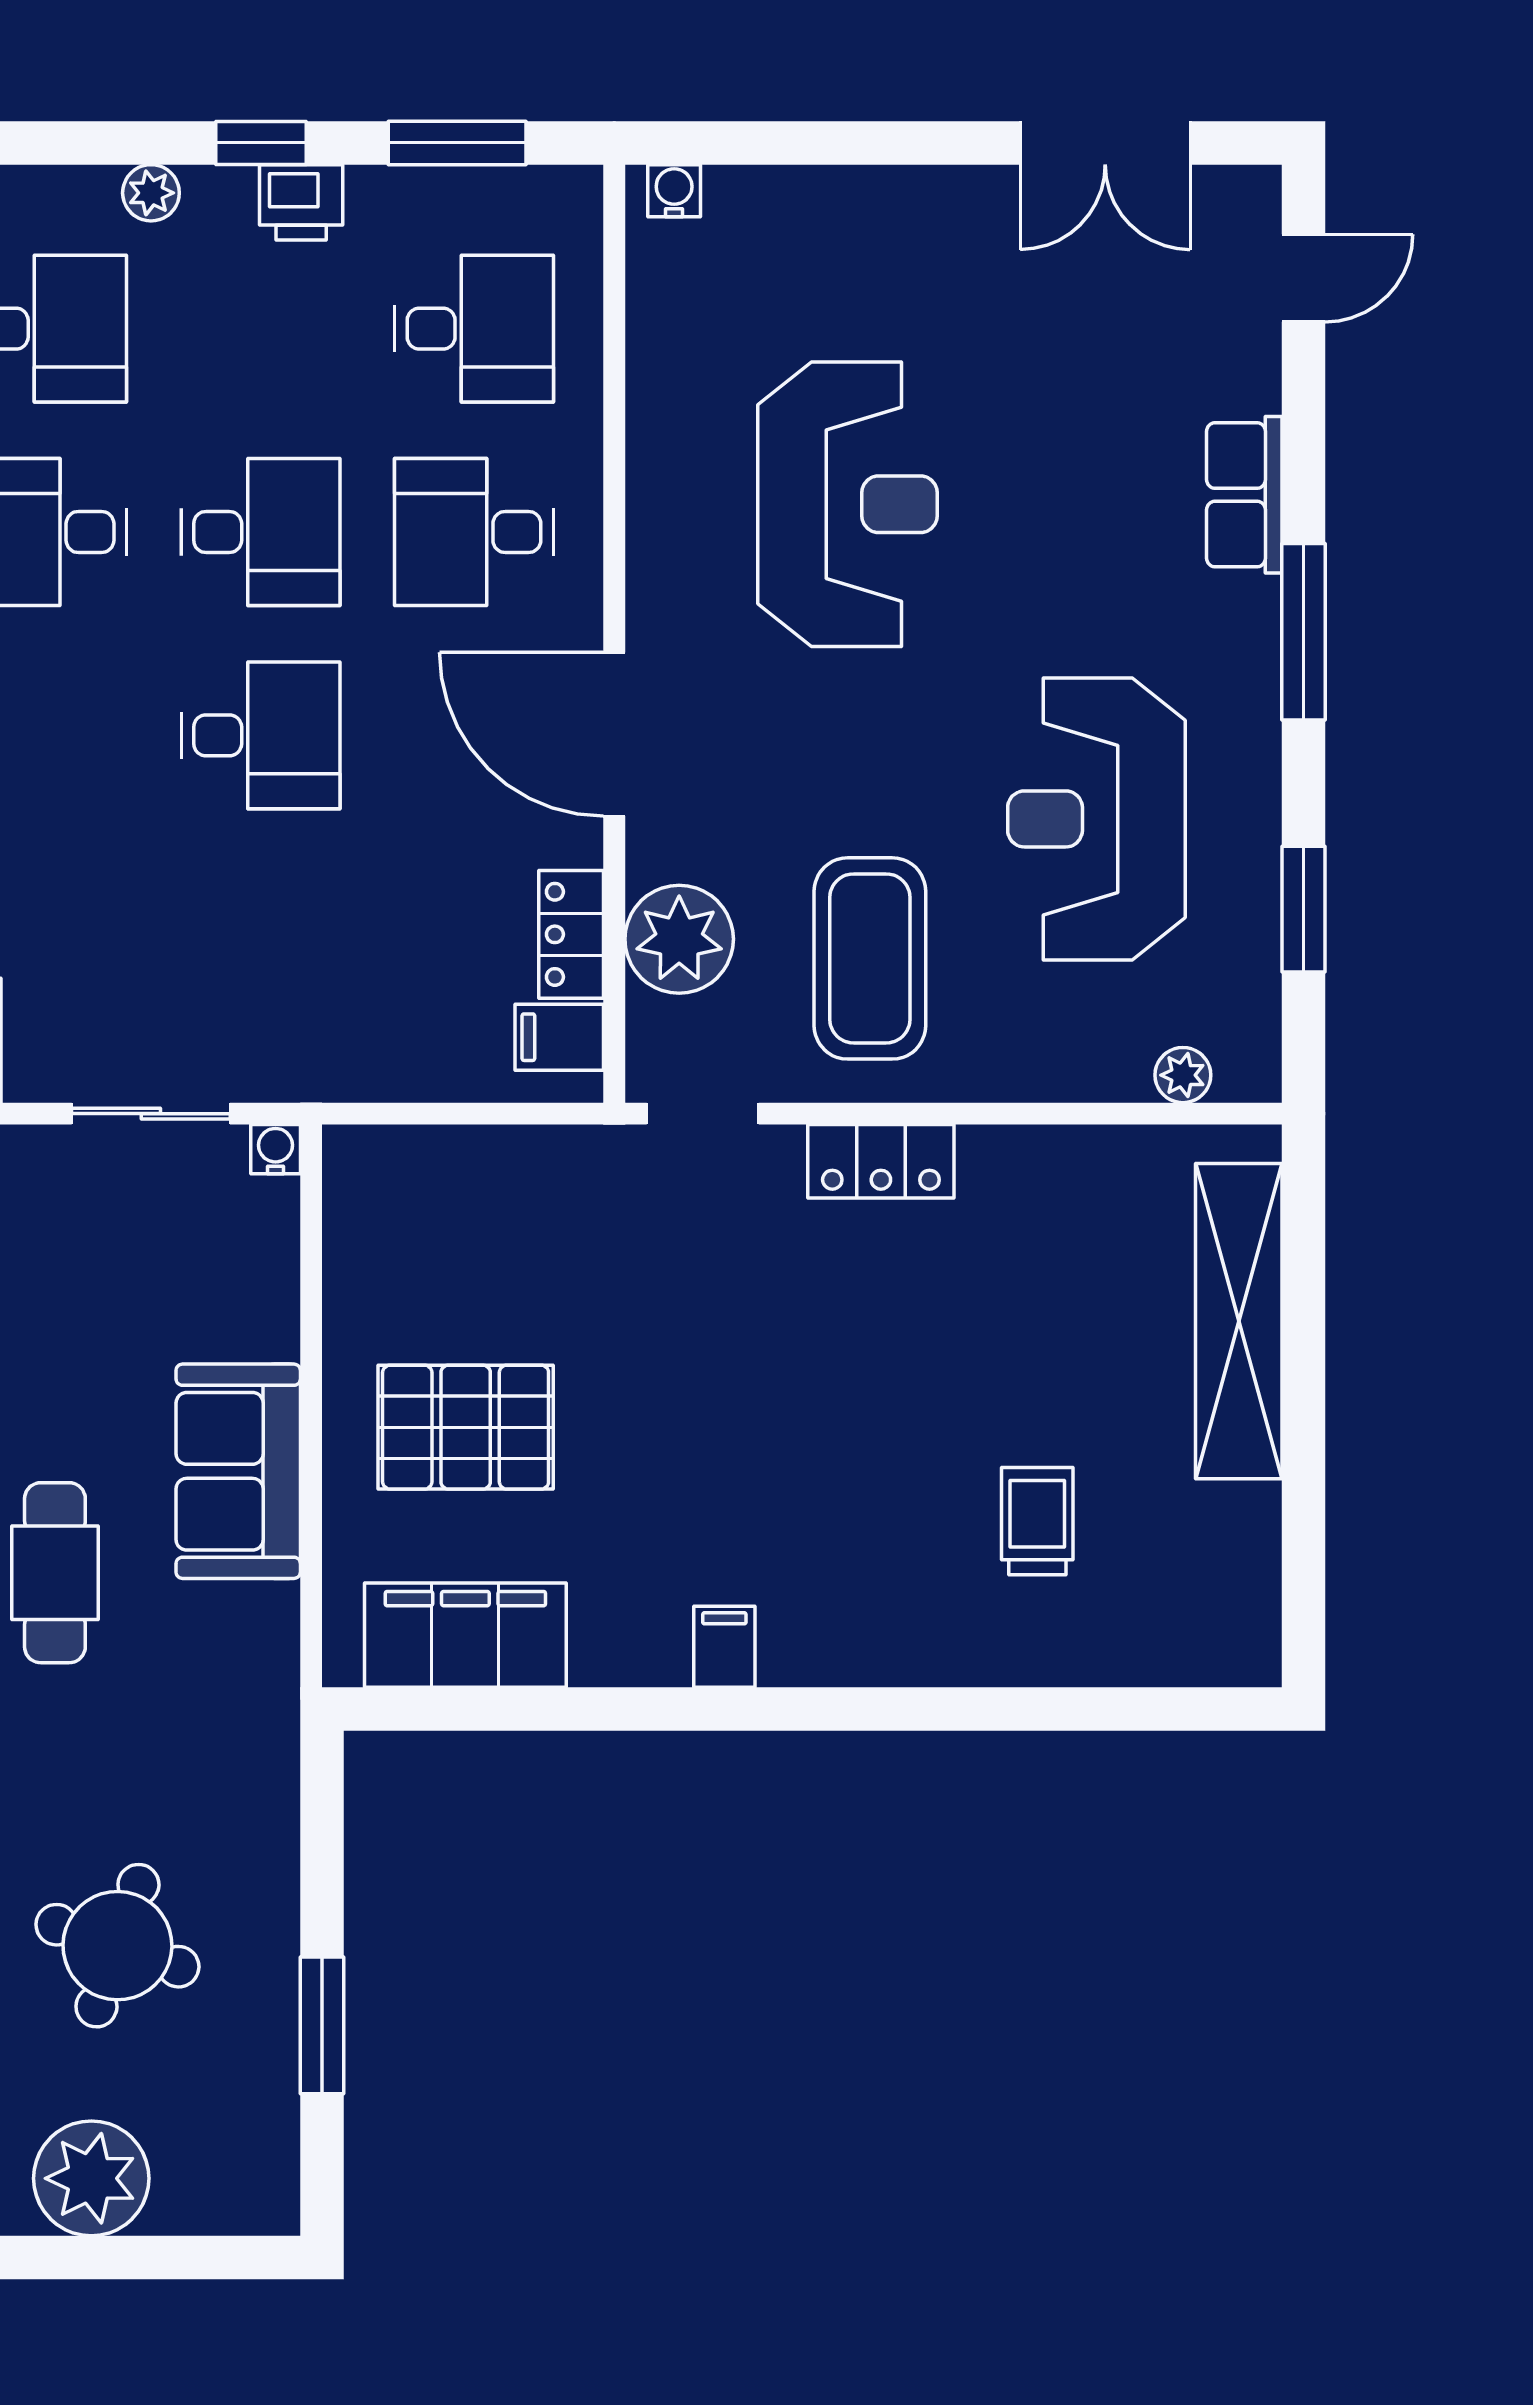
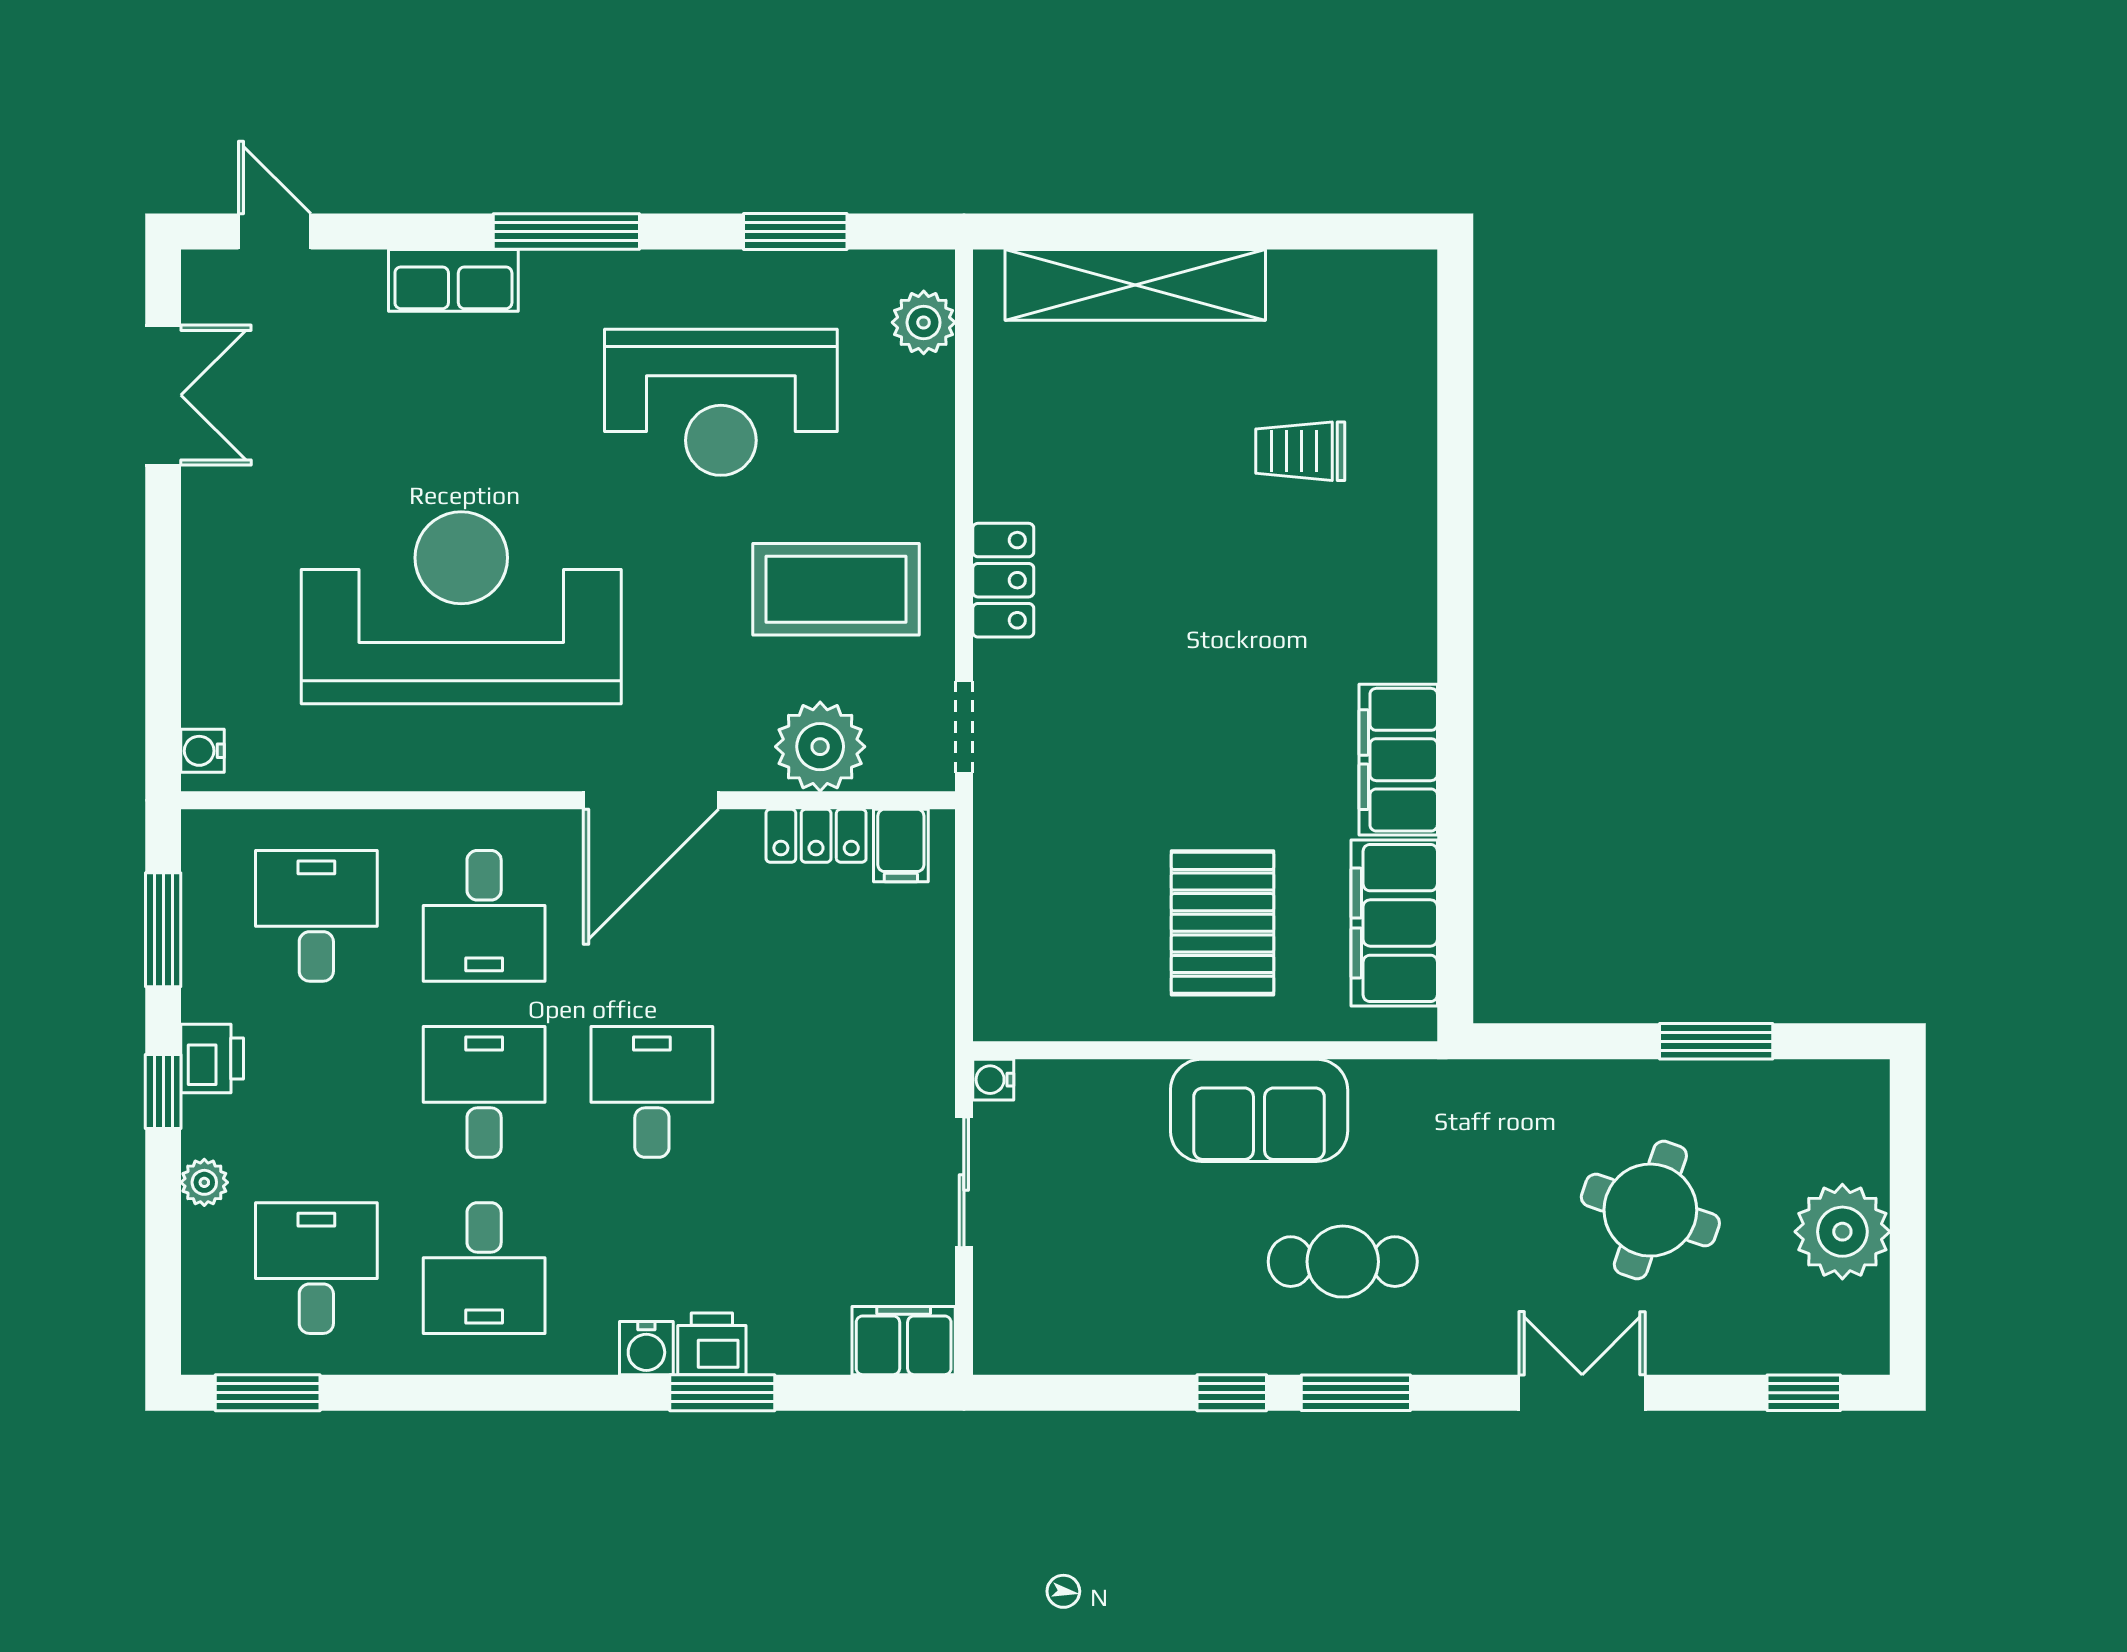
reception desk: (848, 504) -> (461, 608), width x1.36, depth x1.30
plant: (1183, 1075) -> (924, 322), width x1.38, depth x1.38
filing cabinet: (724, 1647) -> (1398, 760), width x3.00, depth x1.17

